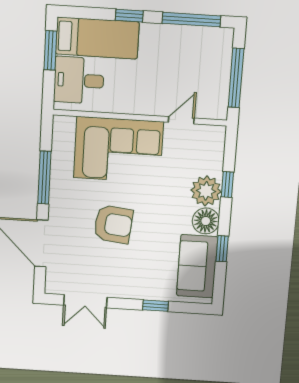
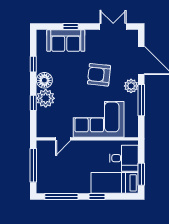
plant: (60, 202) -> (131, 86), added
sofa: (197, 266) -> (66, 41), moved, turned 90

